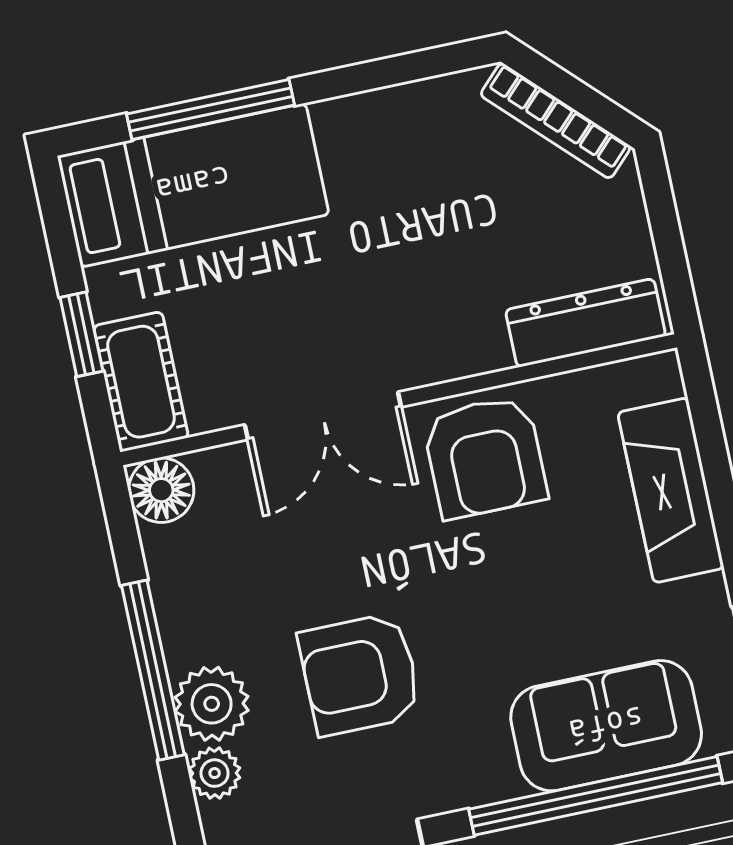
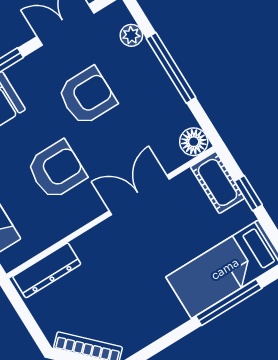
armchair: (485, 457) -> (56, 170), moved, turned 90
plant: (212, 704) -> (143, 63), removed

